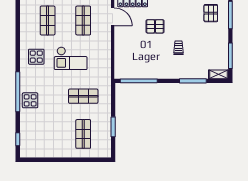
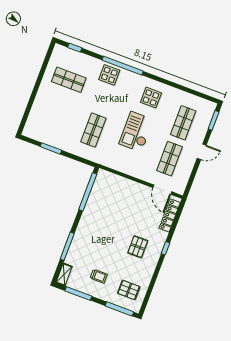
door: (113, 17) -> (162, 190), hinge flipped
shop shelf: (48, 20) -> (183, 123), turned 90
shop shelf: (83, 20) -> (170, 159), turned 90
pallet: (155, 26) -> (138, 247), moved
trolley: (179, 48) -> (99, 276), moved
shop shelf: (83, 134) -> (69, 80), moved

